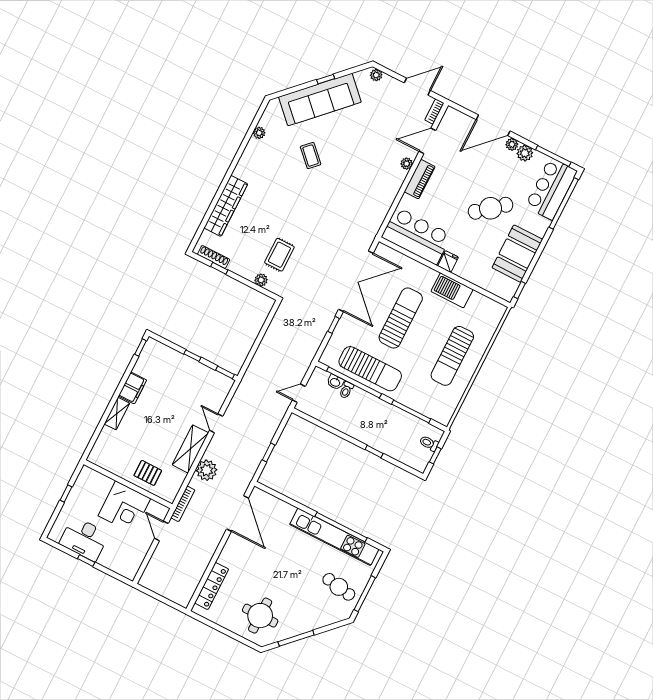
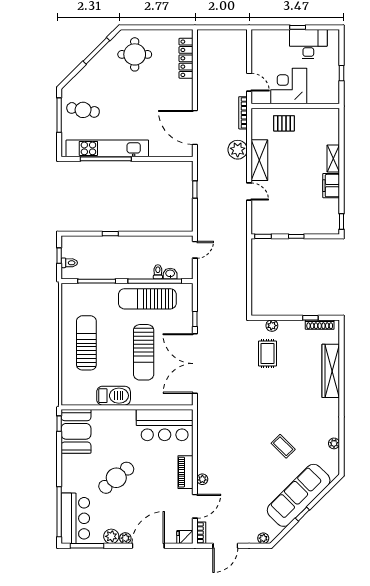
booth: (517, 254) -> (76, 431), moved
fridge: (448, 262) -> (185, 537), moved, turned 90

